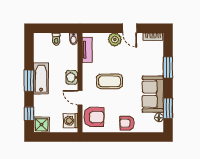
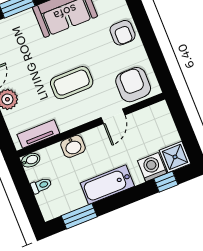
washbasin: (72, 77) -> (73, 146), moved
window: (29, 81) -> (79, 216), moved
coffee table: (110, 81) -> (72, 83), turned 90
washing machine: (70, 121) -> (152, 167), moved, turned 180

